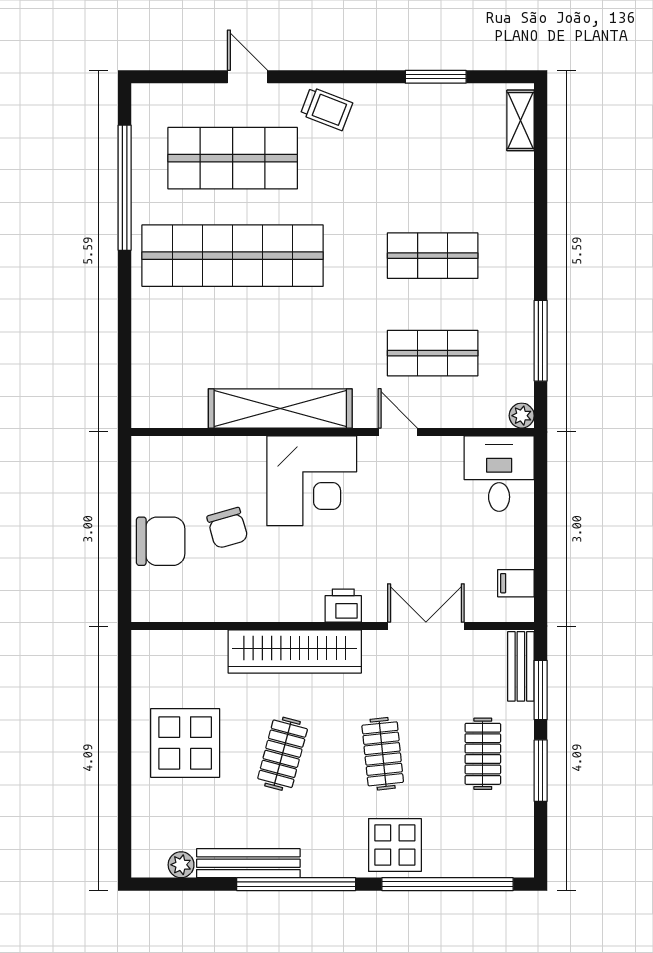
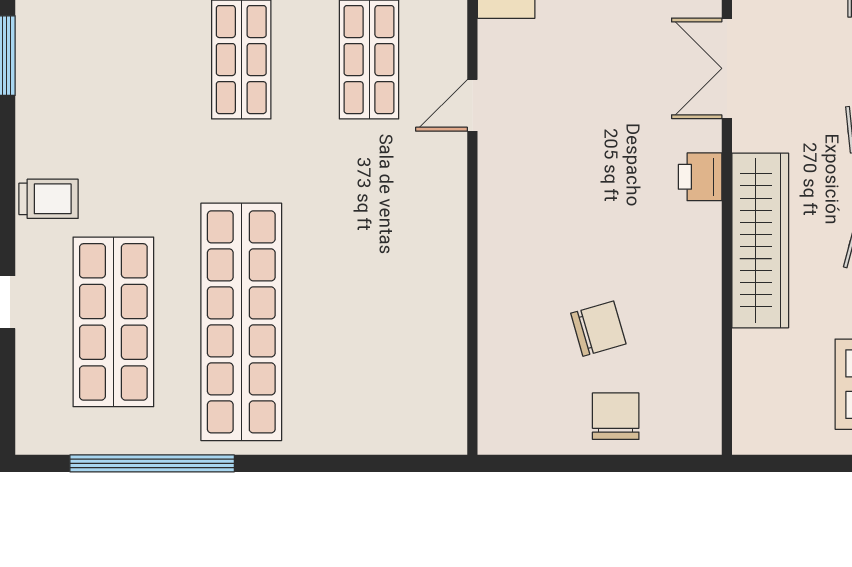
trolley: (326, 109) -> (49, 199), turned 69
shelving: (280, 408) -> (442, 259), removed
corner desk: (312, 481) -> (536, 218), removed
chair: (161, 541) -> (616, 416), width x0.73, depth x0.73

